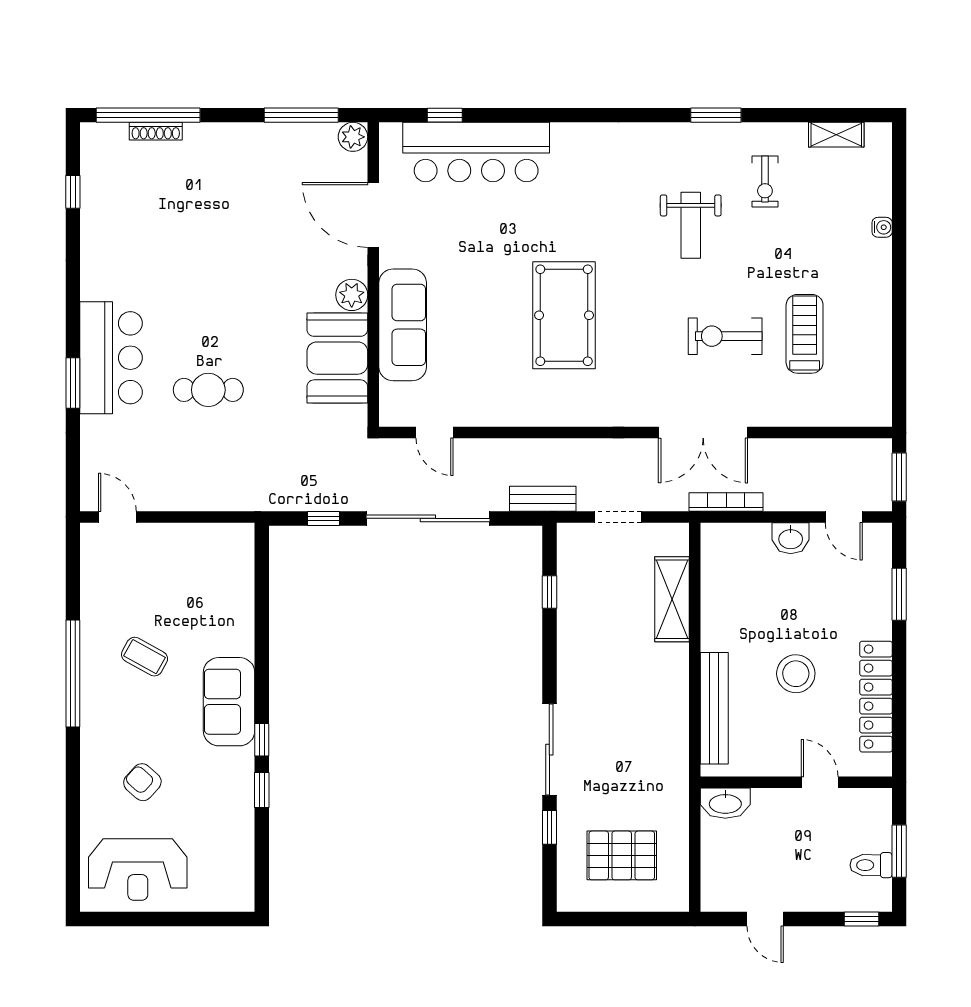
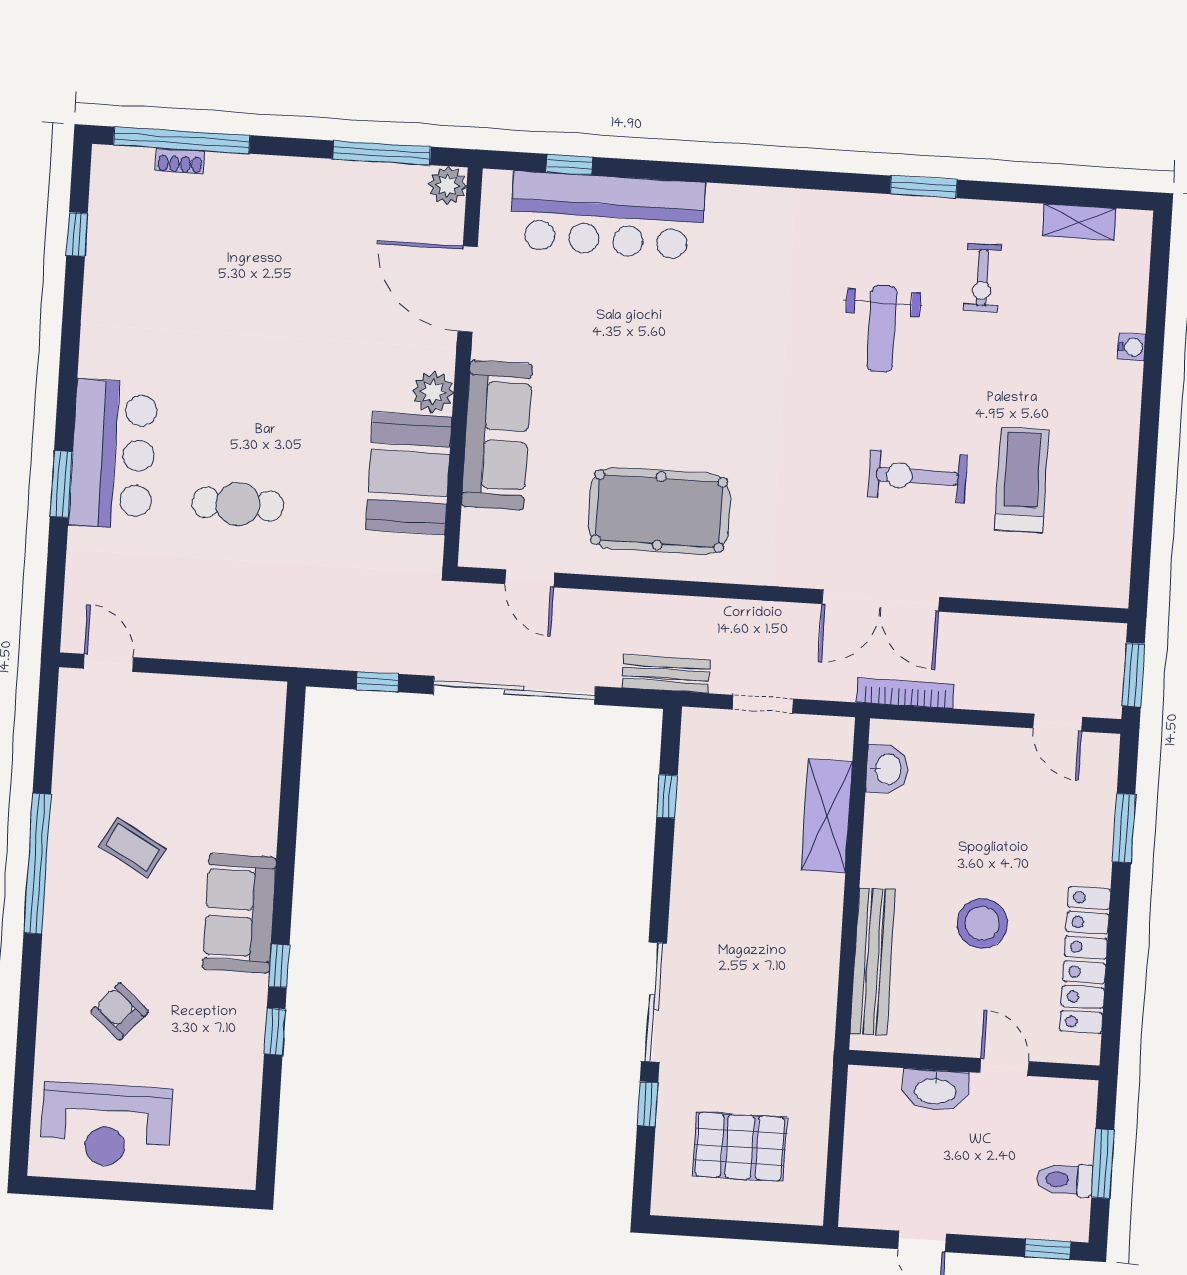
shoe rack: (156, 131) -> (180, 161), width x0.70
pool table: (564, 315) -> (659, 511), moved, turned 90
washbasin: (791, 538) -> (887, 769), moved, turned -90
washbasin: (725, 803) -> (935, 1090), moved

